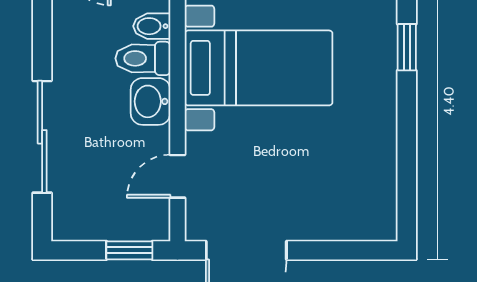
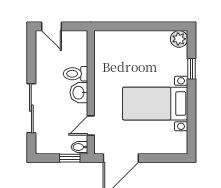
bidet: (152, 26) -> (79, 147), moved
bed with nightstands: (259, 68) -> (155, 104), moved, turned 180

